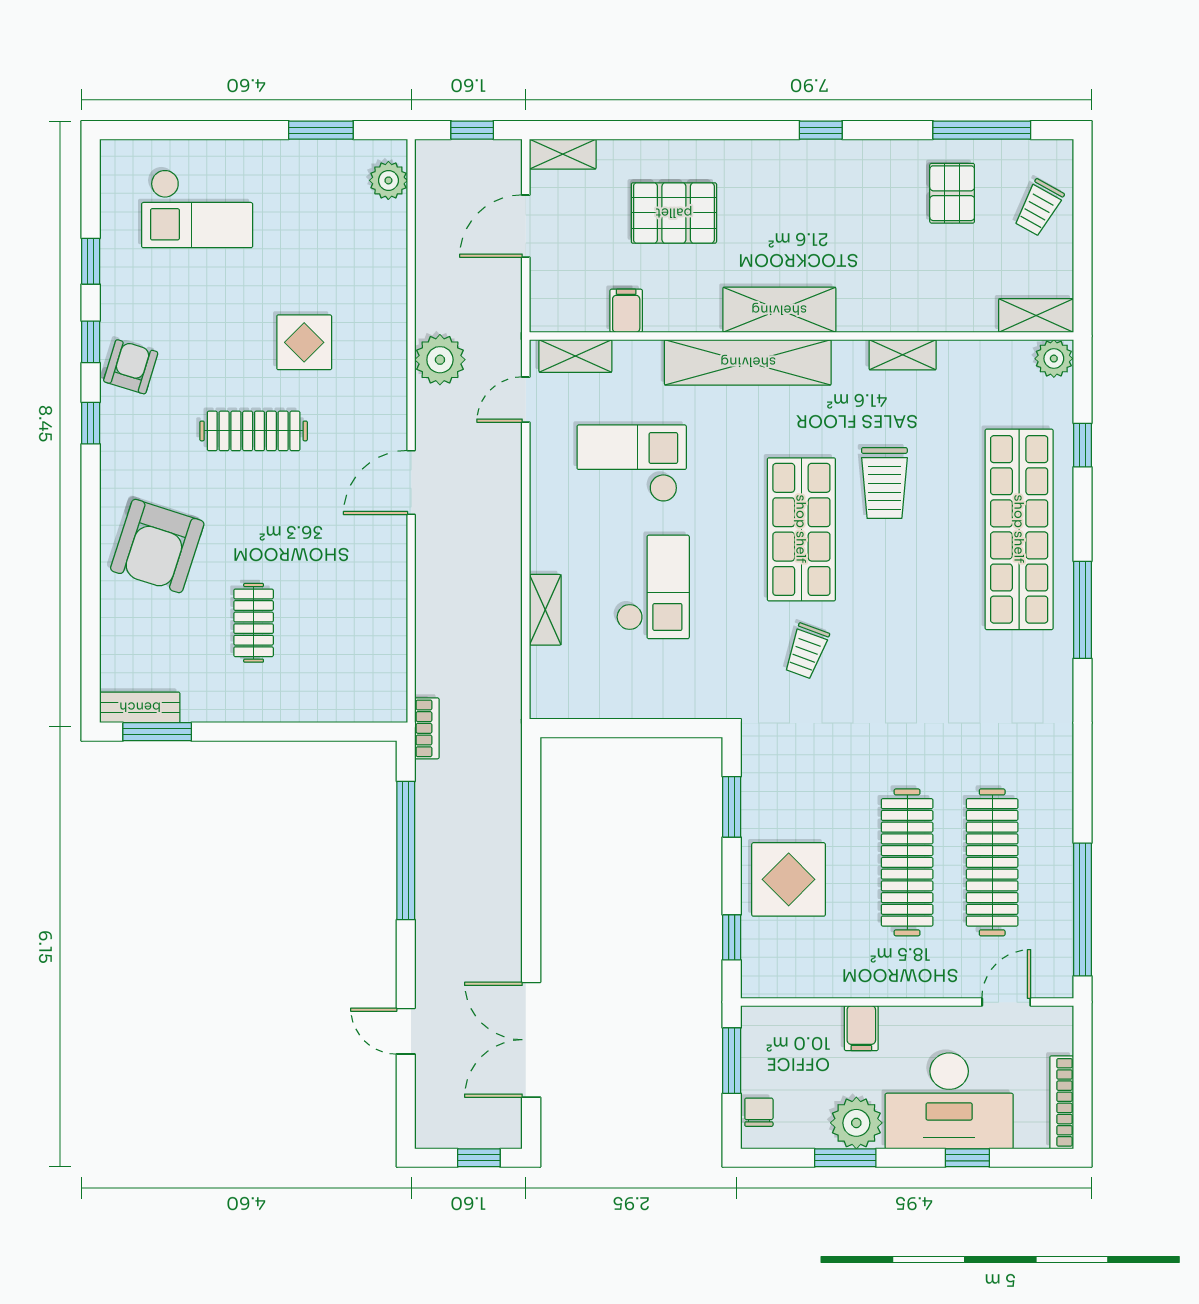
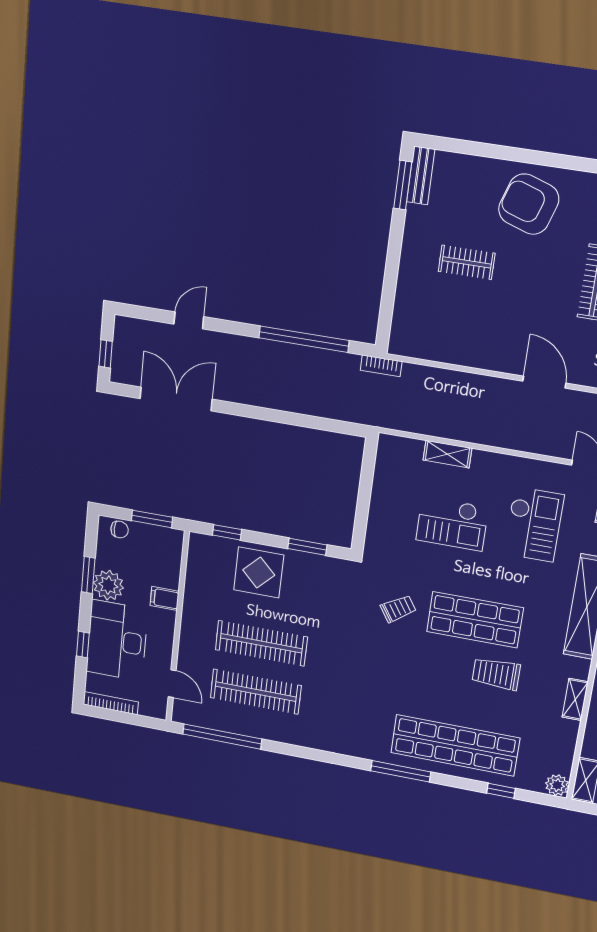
trolley: (806, 651) -> (398, 609), turned 127

